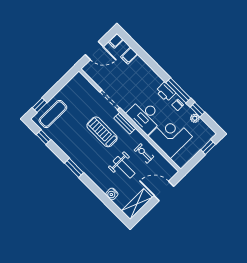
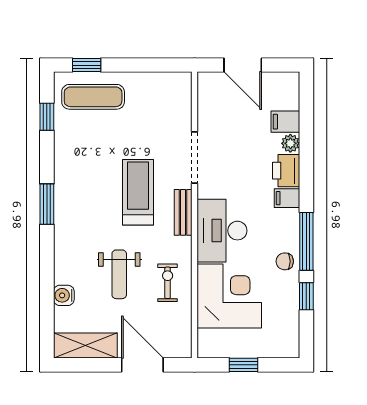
filing cabinet: (116, 41) -> (287, 198), moved
printer: (166, 92) -> (286, 171), moved
plant: (195, 118) -> (290, 143), moved
window: (208, 147) -> (243, 365), moved

